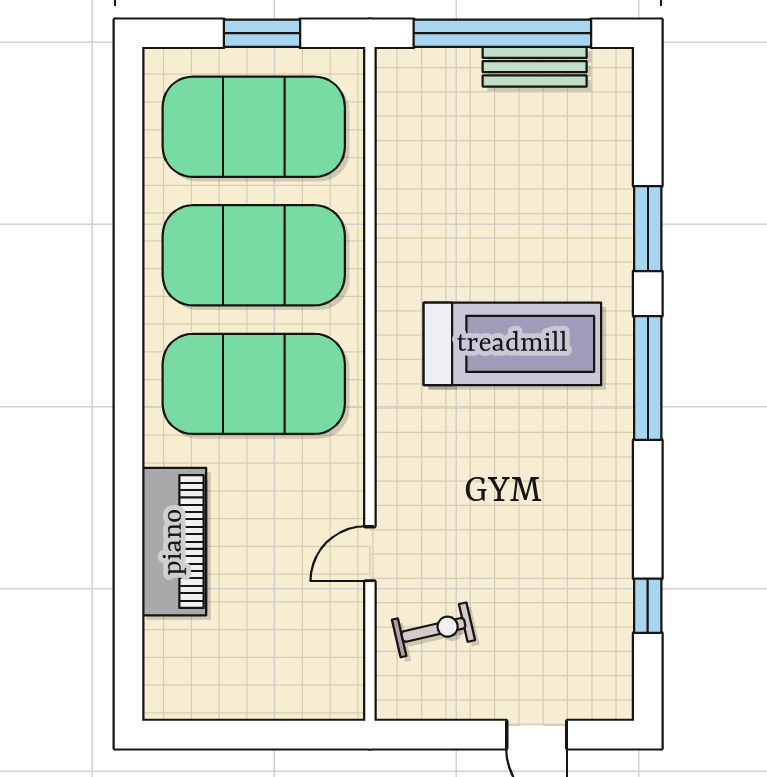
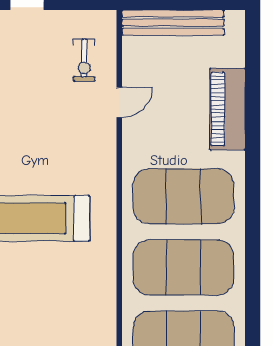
exercise bike: (433, 630) -> (84, 60), turned -77
bench: (273, 698) -> (173, 23), added

